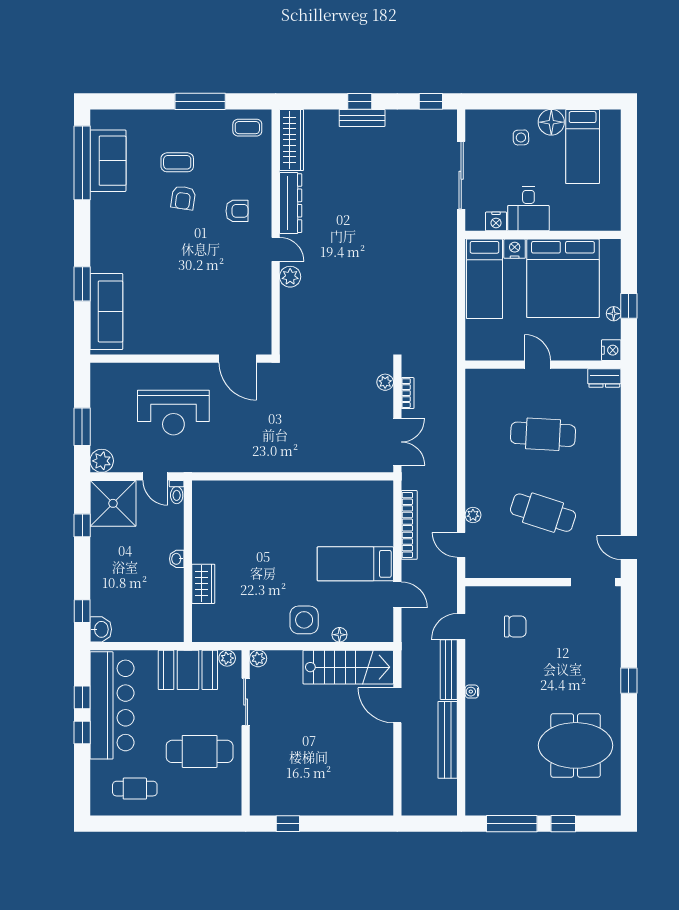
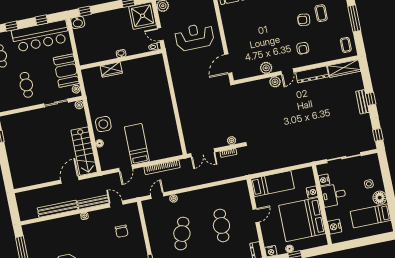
nightstand: (589, 219) -> (335, 227), added
bed: (484, 279) -> (273, 184), moved, turned 180
plant: (260, 288) -> (266, 68), added
reception desk: (173, 413) -> (195, 37), turned 90
door: (155, 476) -> (160, 34), hinge flipped
window: (82, 733) -> (11, 26), moved
cafe table: (200, 751) -> (26, 85), width x0.73, depth x0.74

